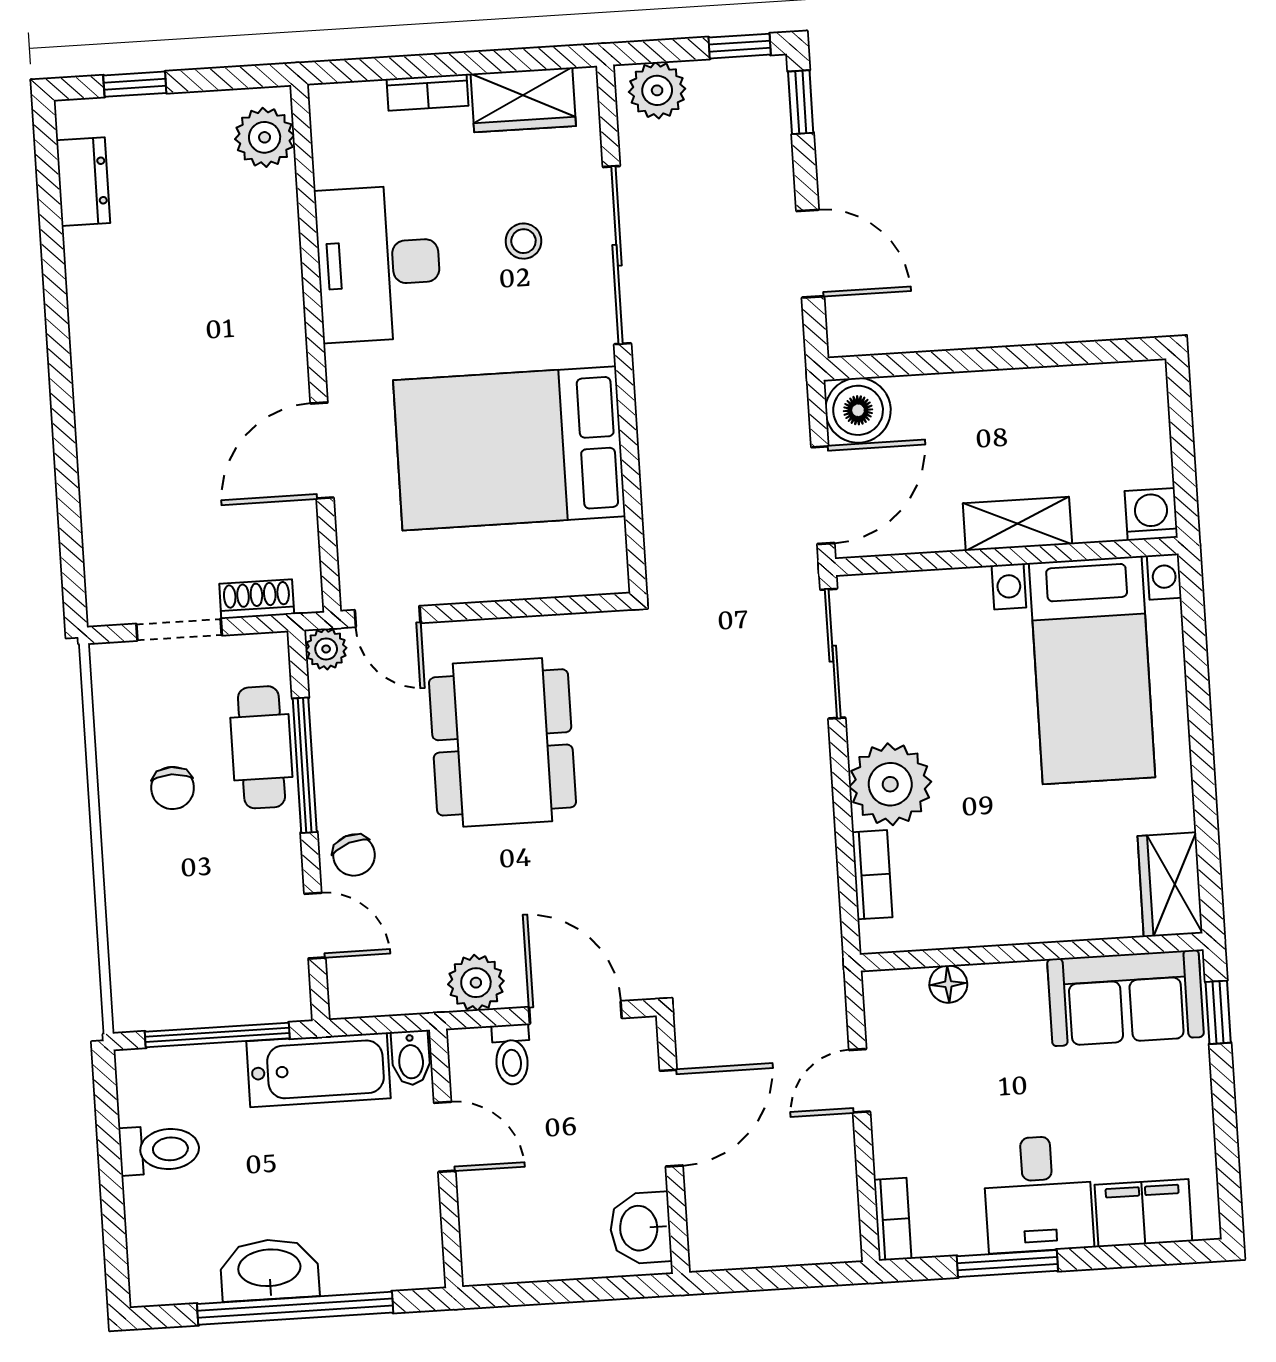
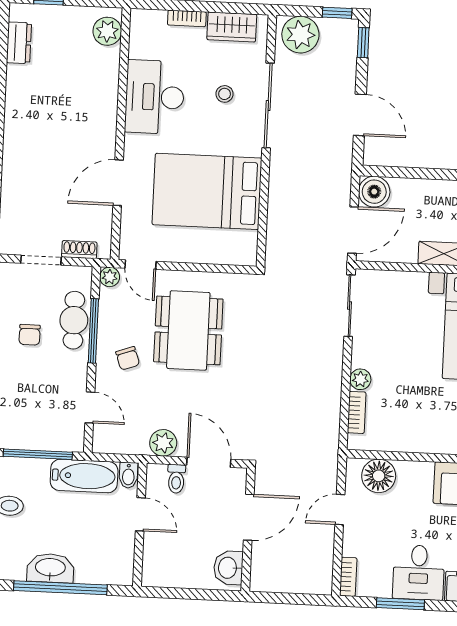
plant: (657, 90) -> (300, 35), width x1.36, depth x1.36
plant: (890, 784) -> (360, 379), width x0.53, depth x0.53
chair: (354, 855) -> (128, 358), moved
floor lamp: (948, 984) -> (379, 476), width x1.89, depth x1.89

